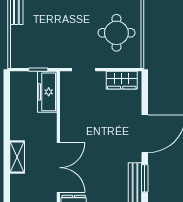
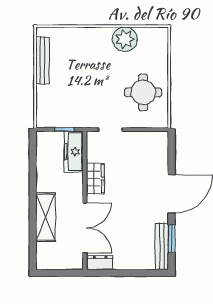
wardrobe: (122, 80) -> (95, 179), moved, turned -90
shelving: (17, 157) -> (46, 217), width x1.50, depth x1.33

